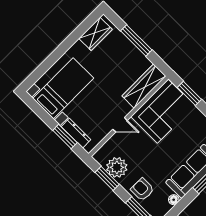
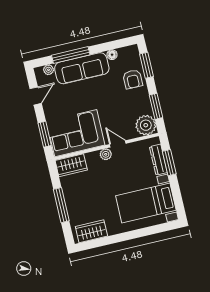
wardrobe: (144, 86) -> (71, 165), width x0.67
plant: (125, 109) -> (106, 154), added
plant: (117, 167) -> (146, 125), moved

